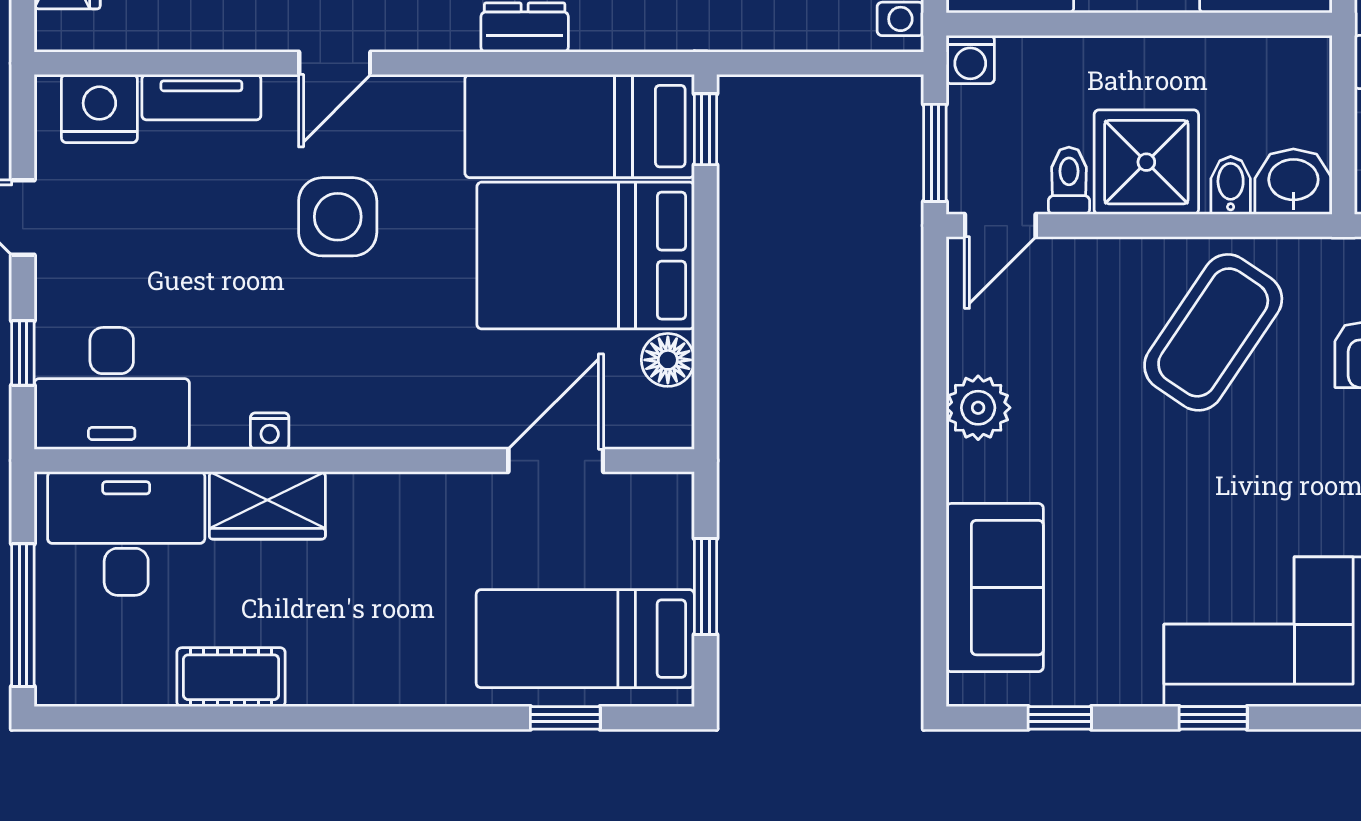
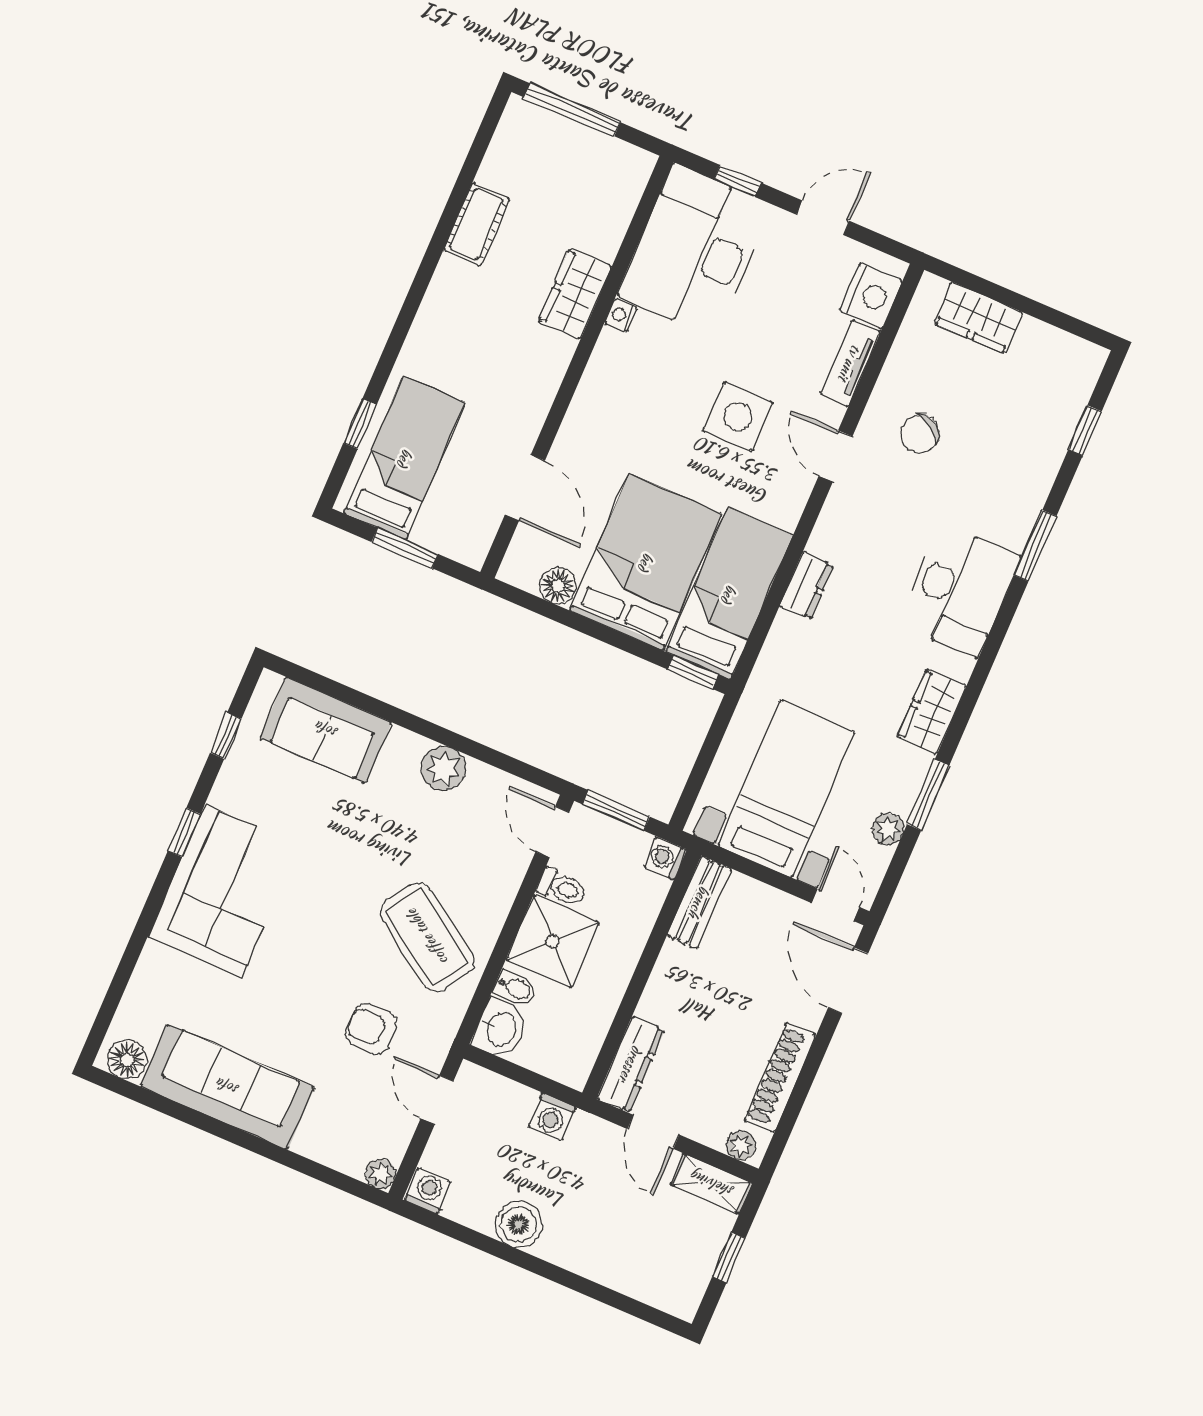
desk: (112, 388) -> (695, 250), width x1.36, depth x1.30
desk: (126, 533) -> (596, 197), removed

